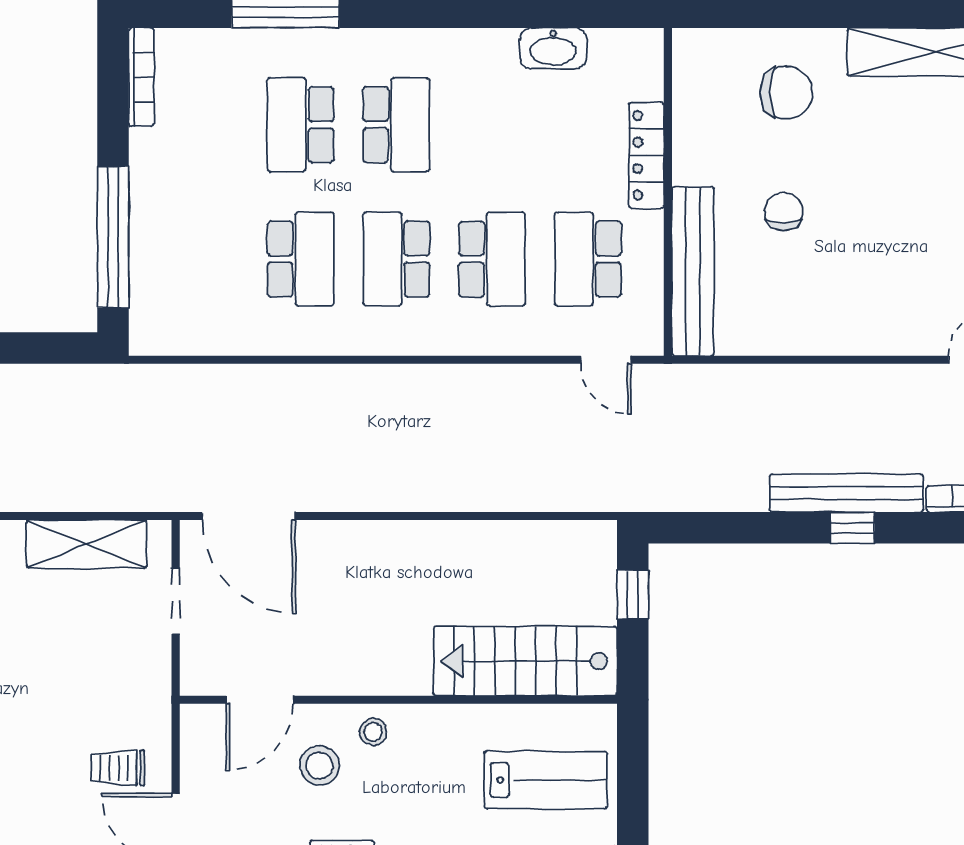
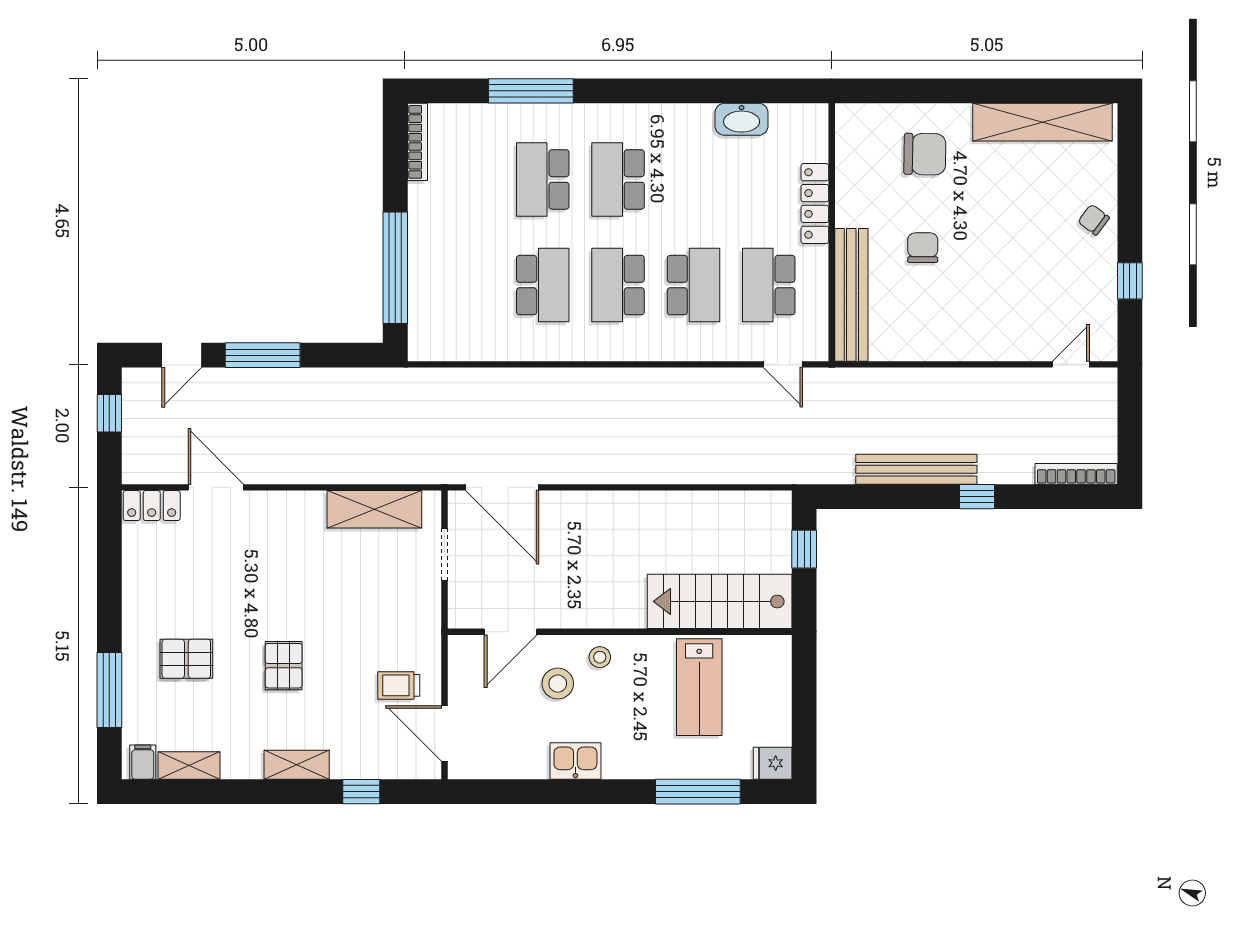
school desk: (396, 125) -> (618, 179), turned 180
bench: (846, 493) -> (916, 469), moved
lab bench: (546, 780) -> (699, 687), moved, turned 90

